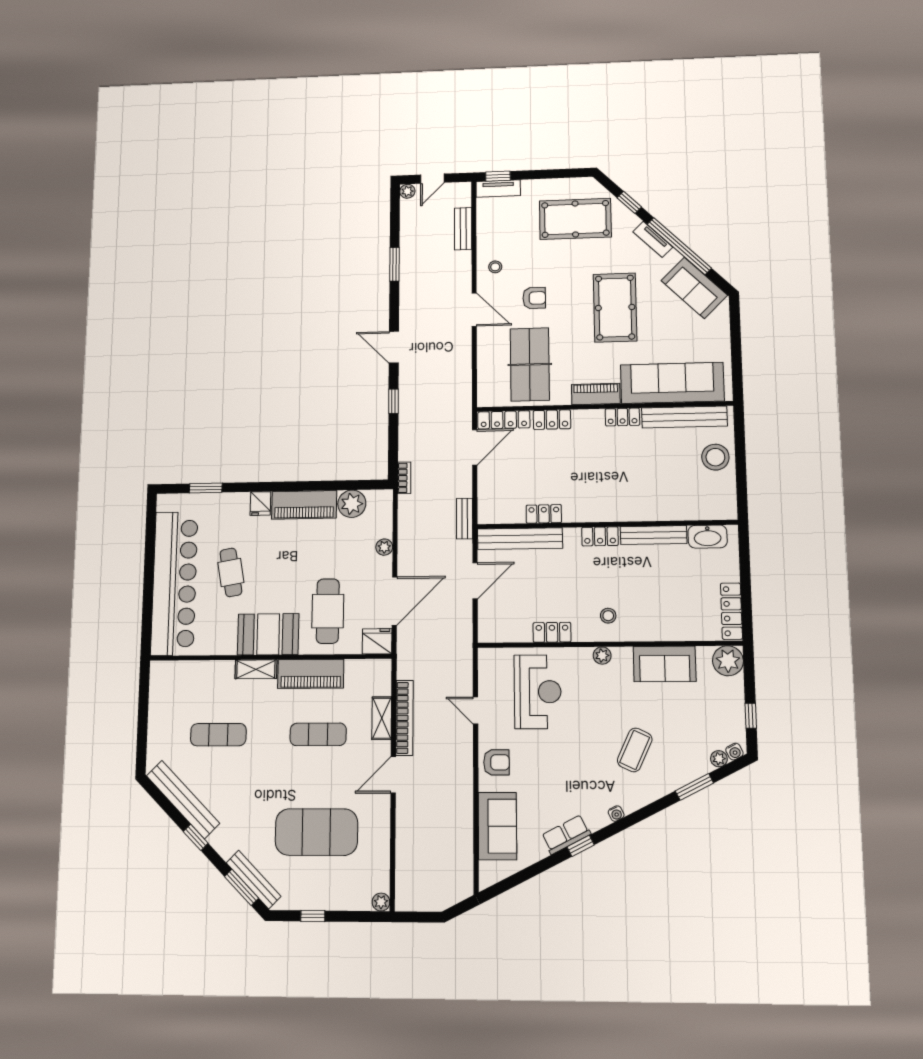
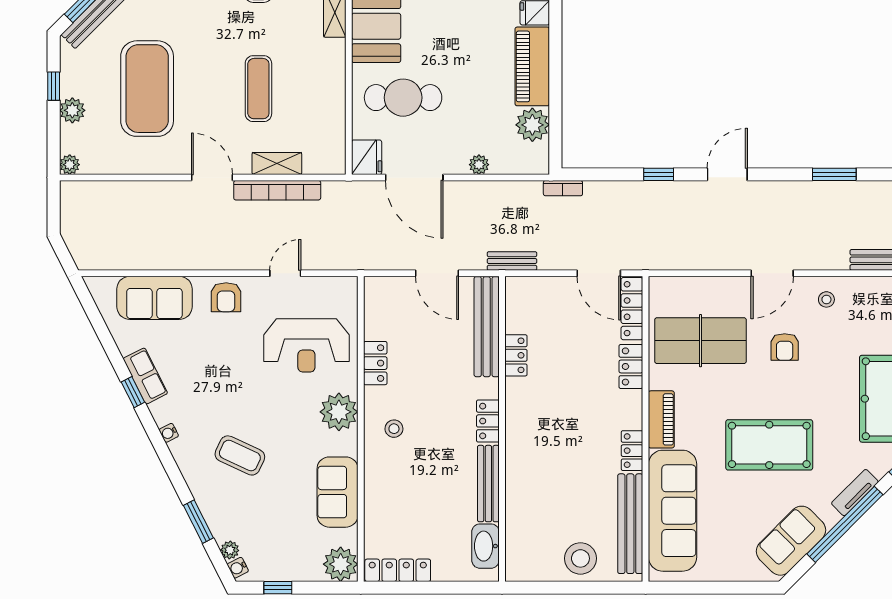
plant: (602, 656) -> (339, 412), width x1.88, depth x1.88
piano: (311, 674) -> (329, 78), removed
plant: (334, 899) -> (72, 110), added

